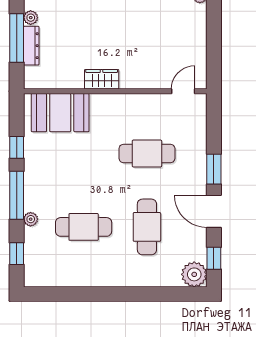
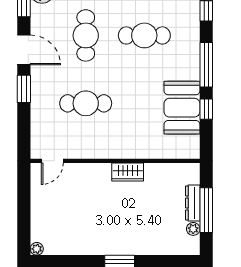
booth: (60, 113) -> (182, 108), moved, turned 90
plant: (31, 219) -> (193, 43), removed

